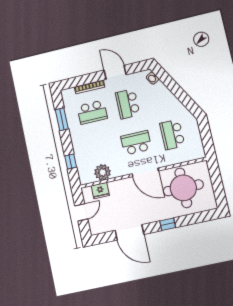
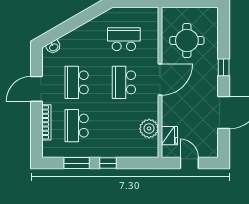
school desk: (128, 104) -> (77, 82), turned 90
school desk: (92, 112) -> (77, 126), turned 180
school desk: (172, 135) -> (124, 39), turned 180
window: (71, 161) -> (108, 163), moved
round table: (183, 188) -> (187, 40), width x0.73, depth x0.73

